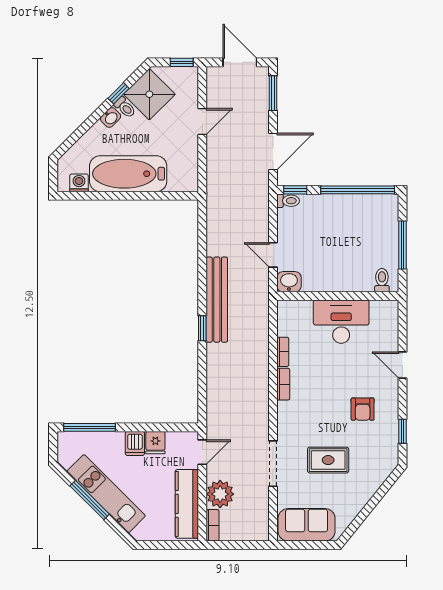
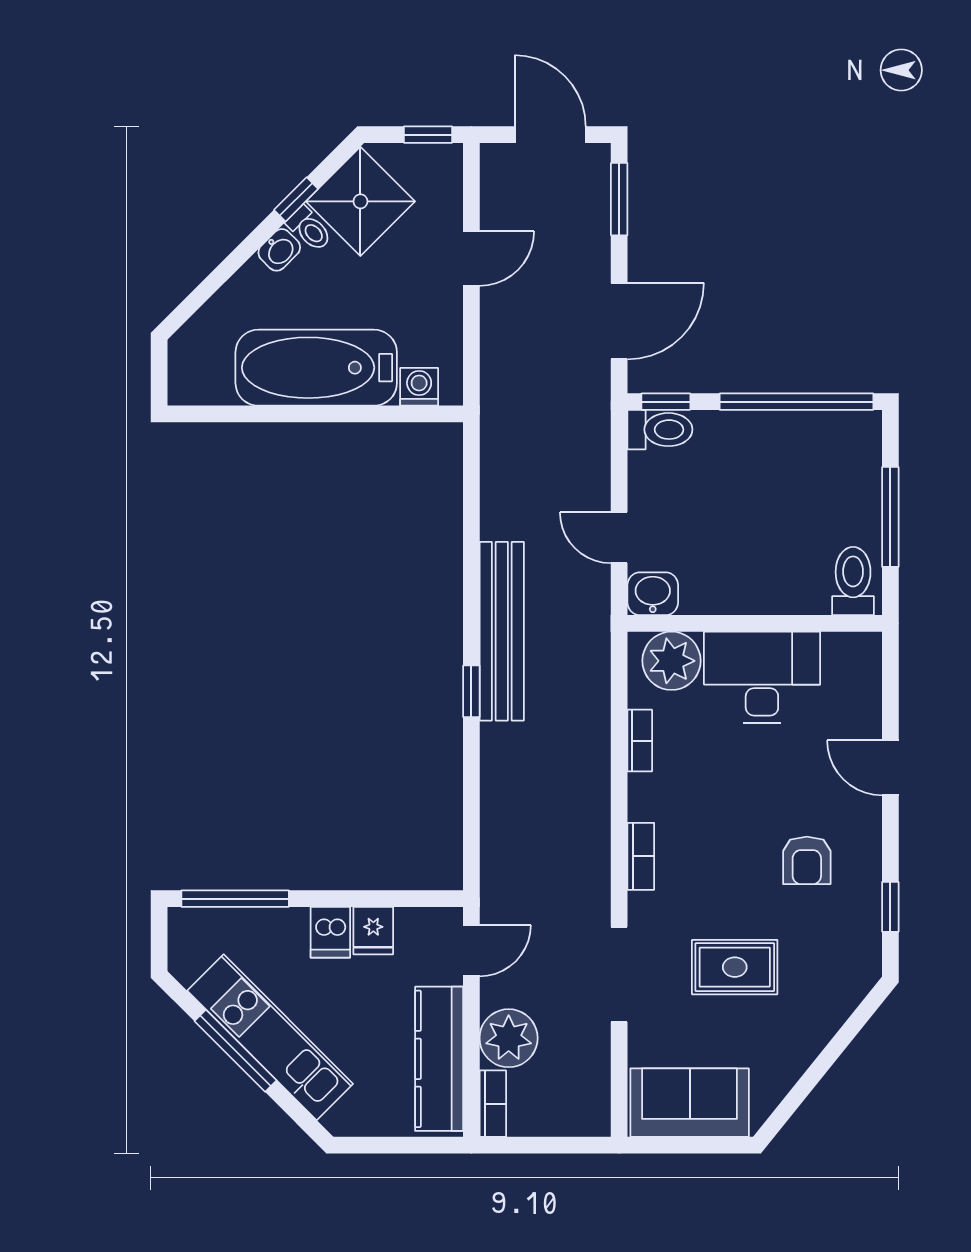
washing machine: (79, 183) -> (419, 387), moved
toilet: (288, 201) -> (660, 430), width x1.37, depth x1.39
toilet: (382, 280) -> (853, 581), width x1.37, depth x1.39
plant: (298, 314) -> (671, 661), added
bookcase: (283, 384) -> (641, 856), moved

